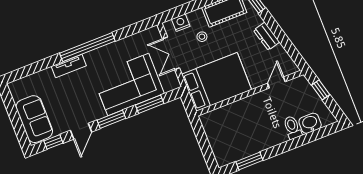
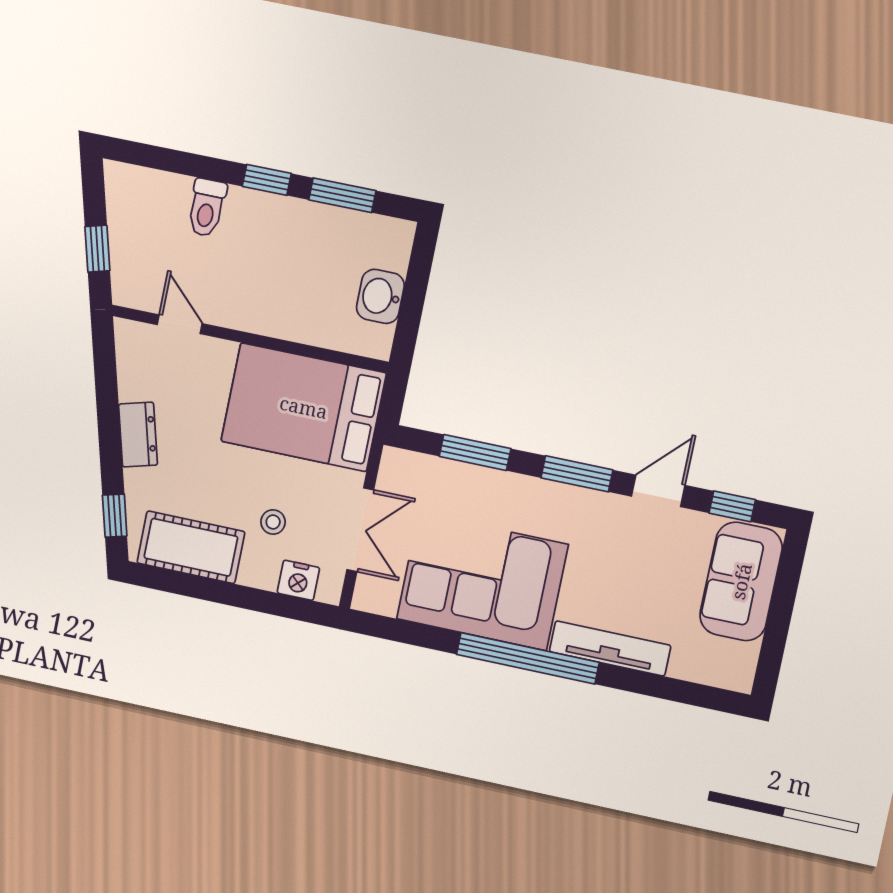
tv unit: (69, 66) -> (610, 648), width x1.41
door: (276, 83) -> (180, 324), swing flipped
corner sofa: (128, 85) -> (482, 582), moved, turned 180
washbasin: (310, 123) -> (380, 296), moved, turned 90
window: (278, 150) -> (267, 180), added

